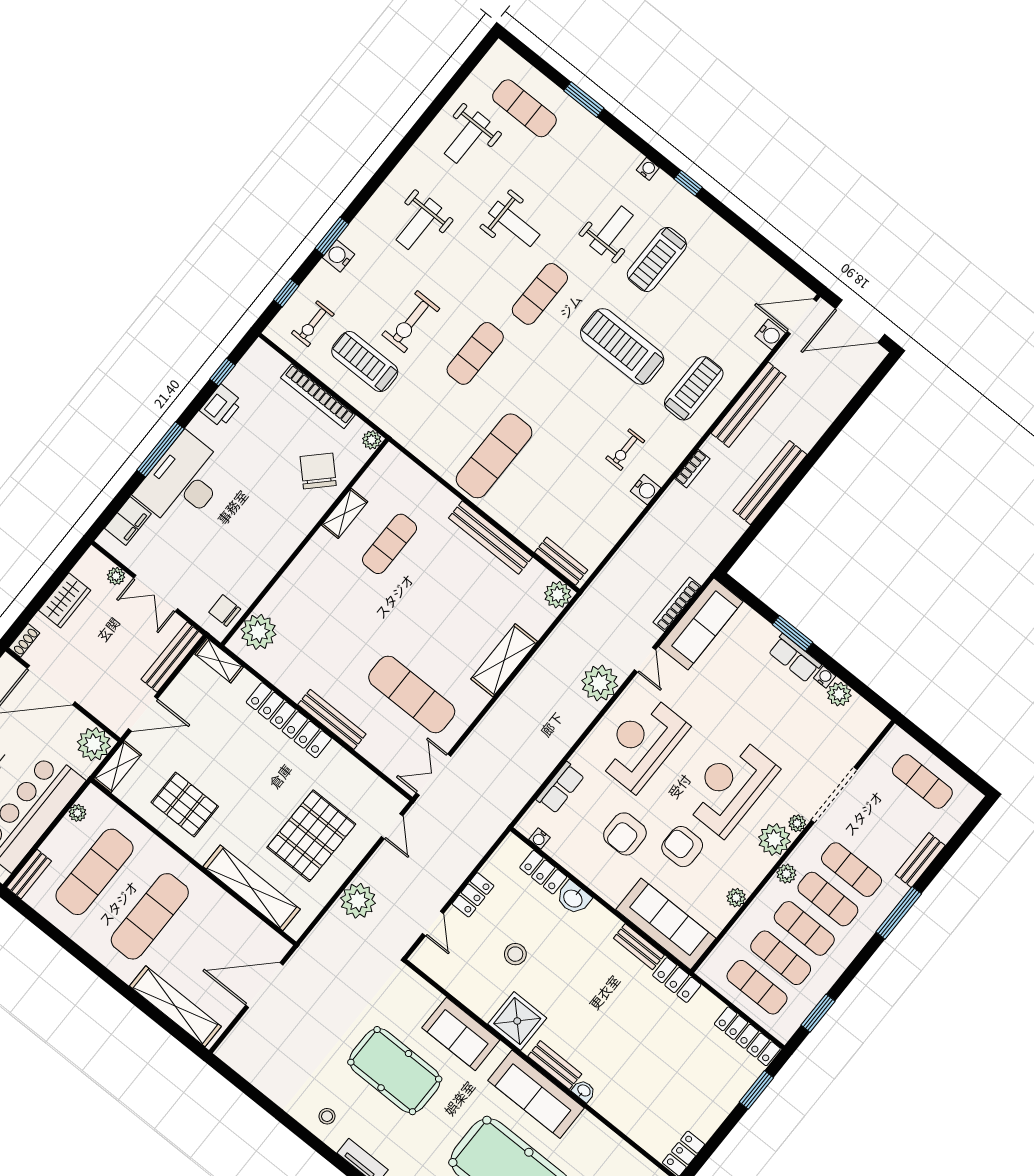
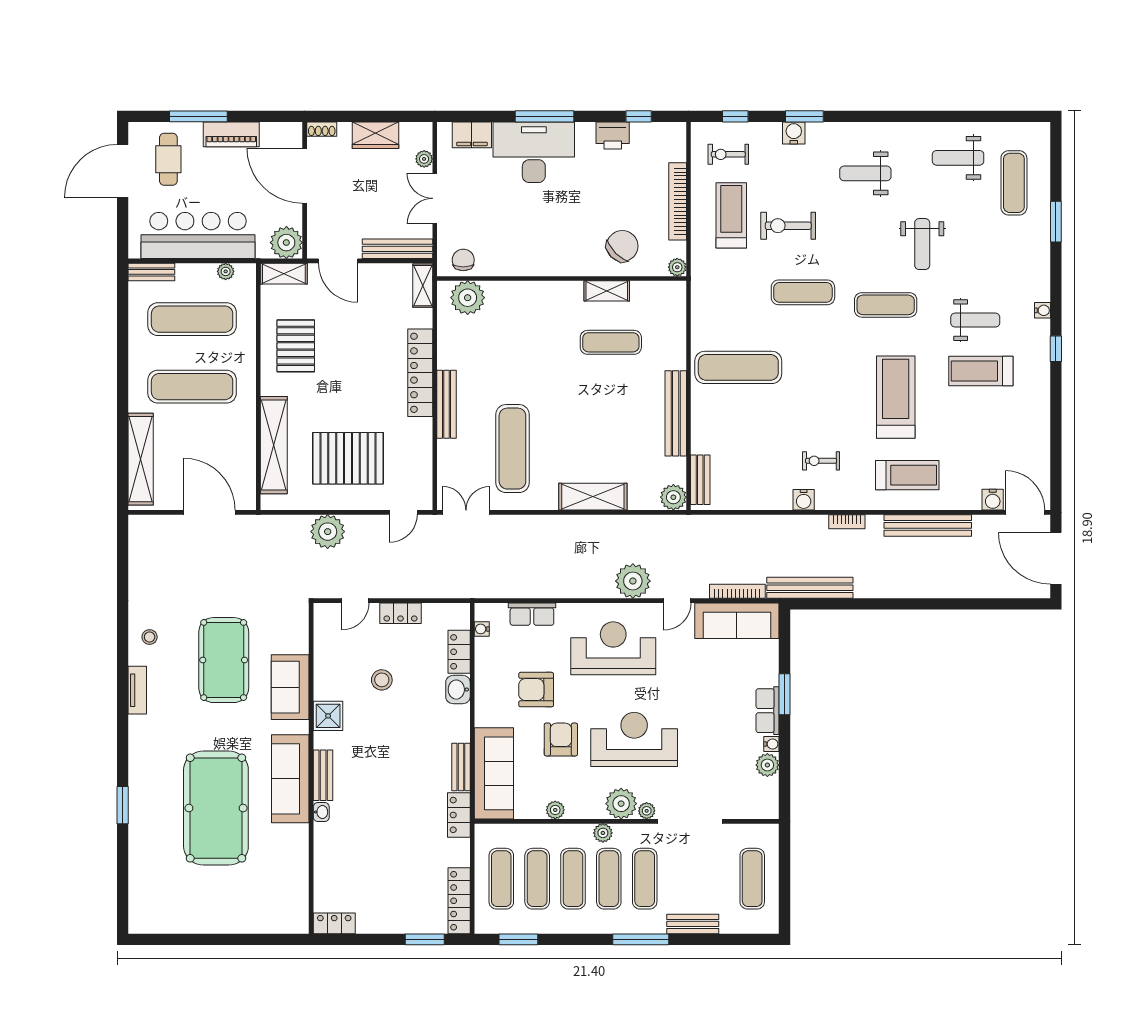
bench: (770, 483) -> (810, 588), moved
shower: (517, 1021) -> (328, 716), width x0.73, depth x0.73

